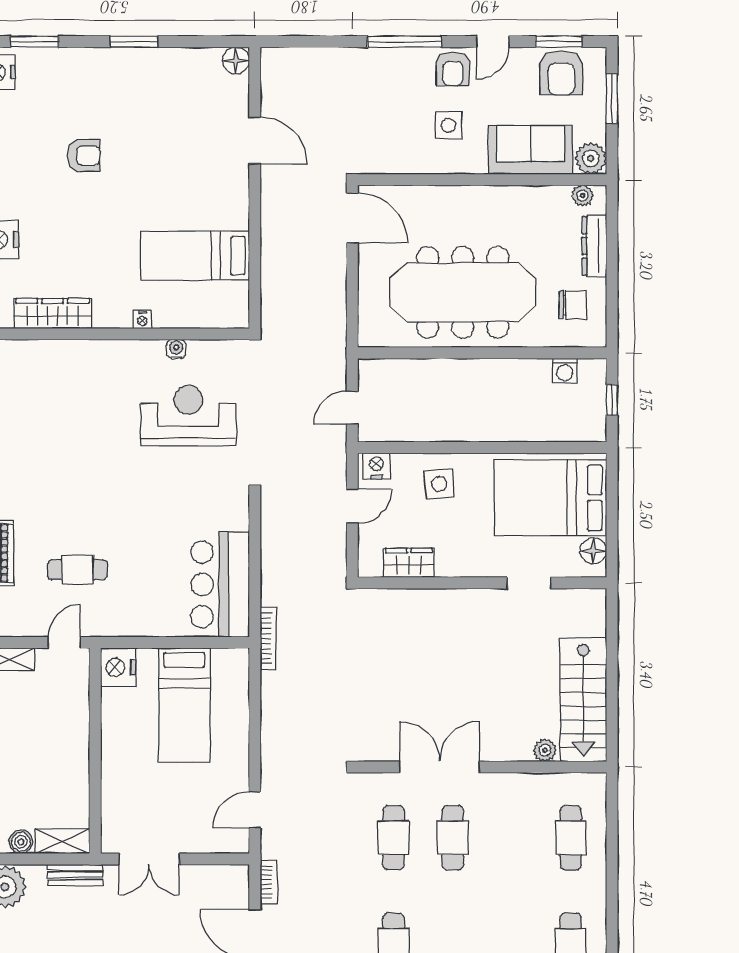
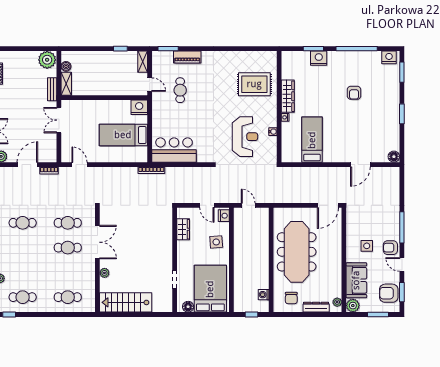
wardrobe: (53, 314) -> (288, 96), moved
rug: (63, 393) -> (254, 84), added
plant: (545, 750) -> (104, 273), moved

